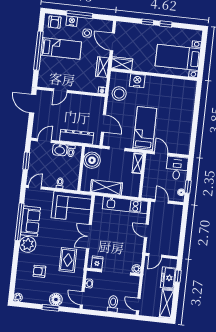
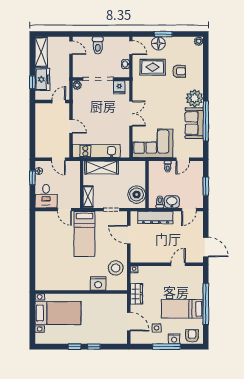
wardrobe: (122, 64) -> (116, 300), removed
door: (35, 187) -> (183, 159), moved
shelving: (106, 187) -> (102, 167), moved
rug: (68, 260) -> (153, 67), moved, turned 90

